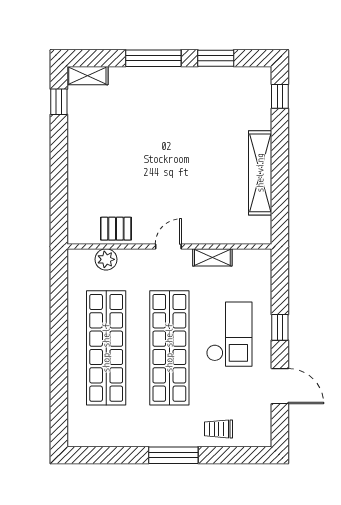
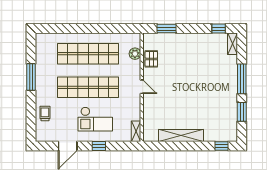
window: (59, 200) -> (166, 29), added
shelving: (212, 257) -> (136, 131), moved
window: (173, 455) -> (31, 77), moved

